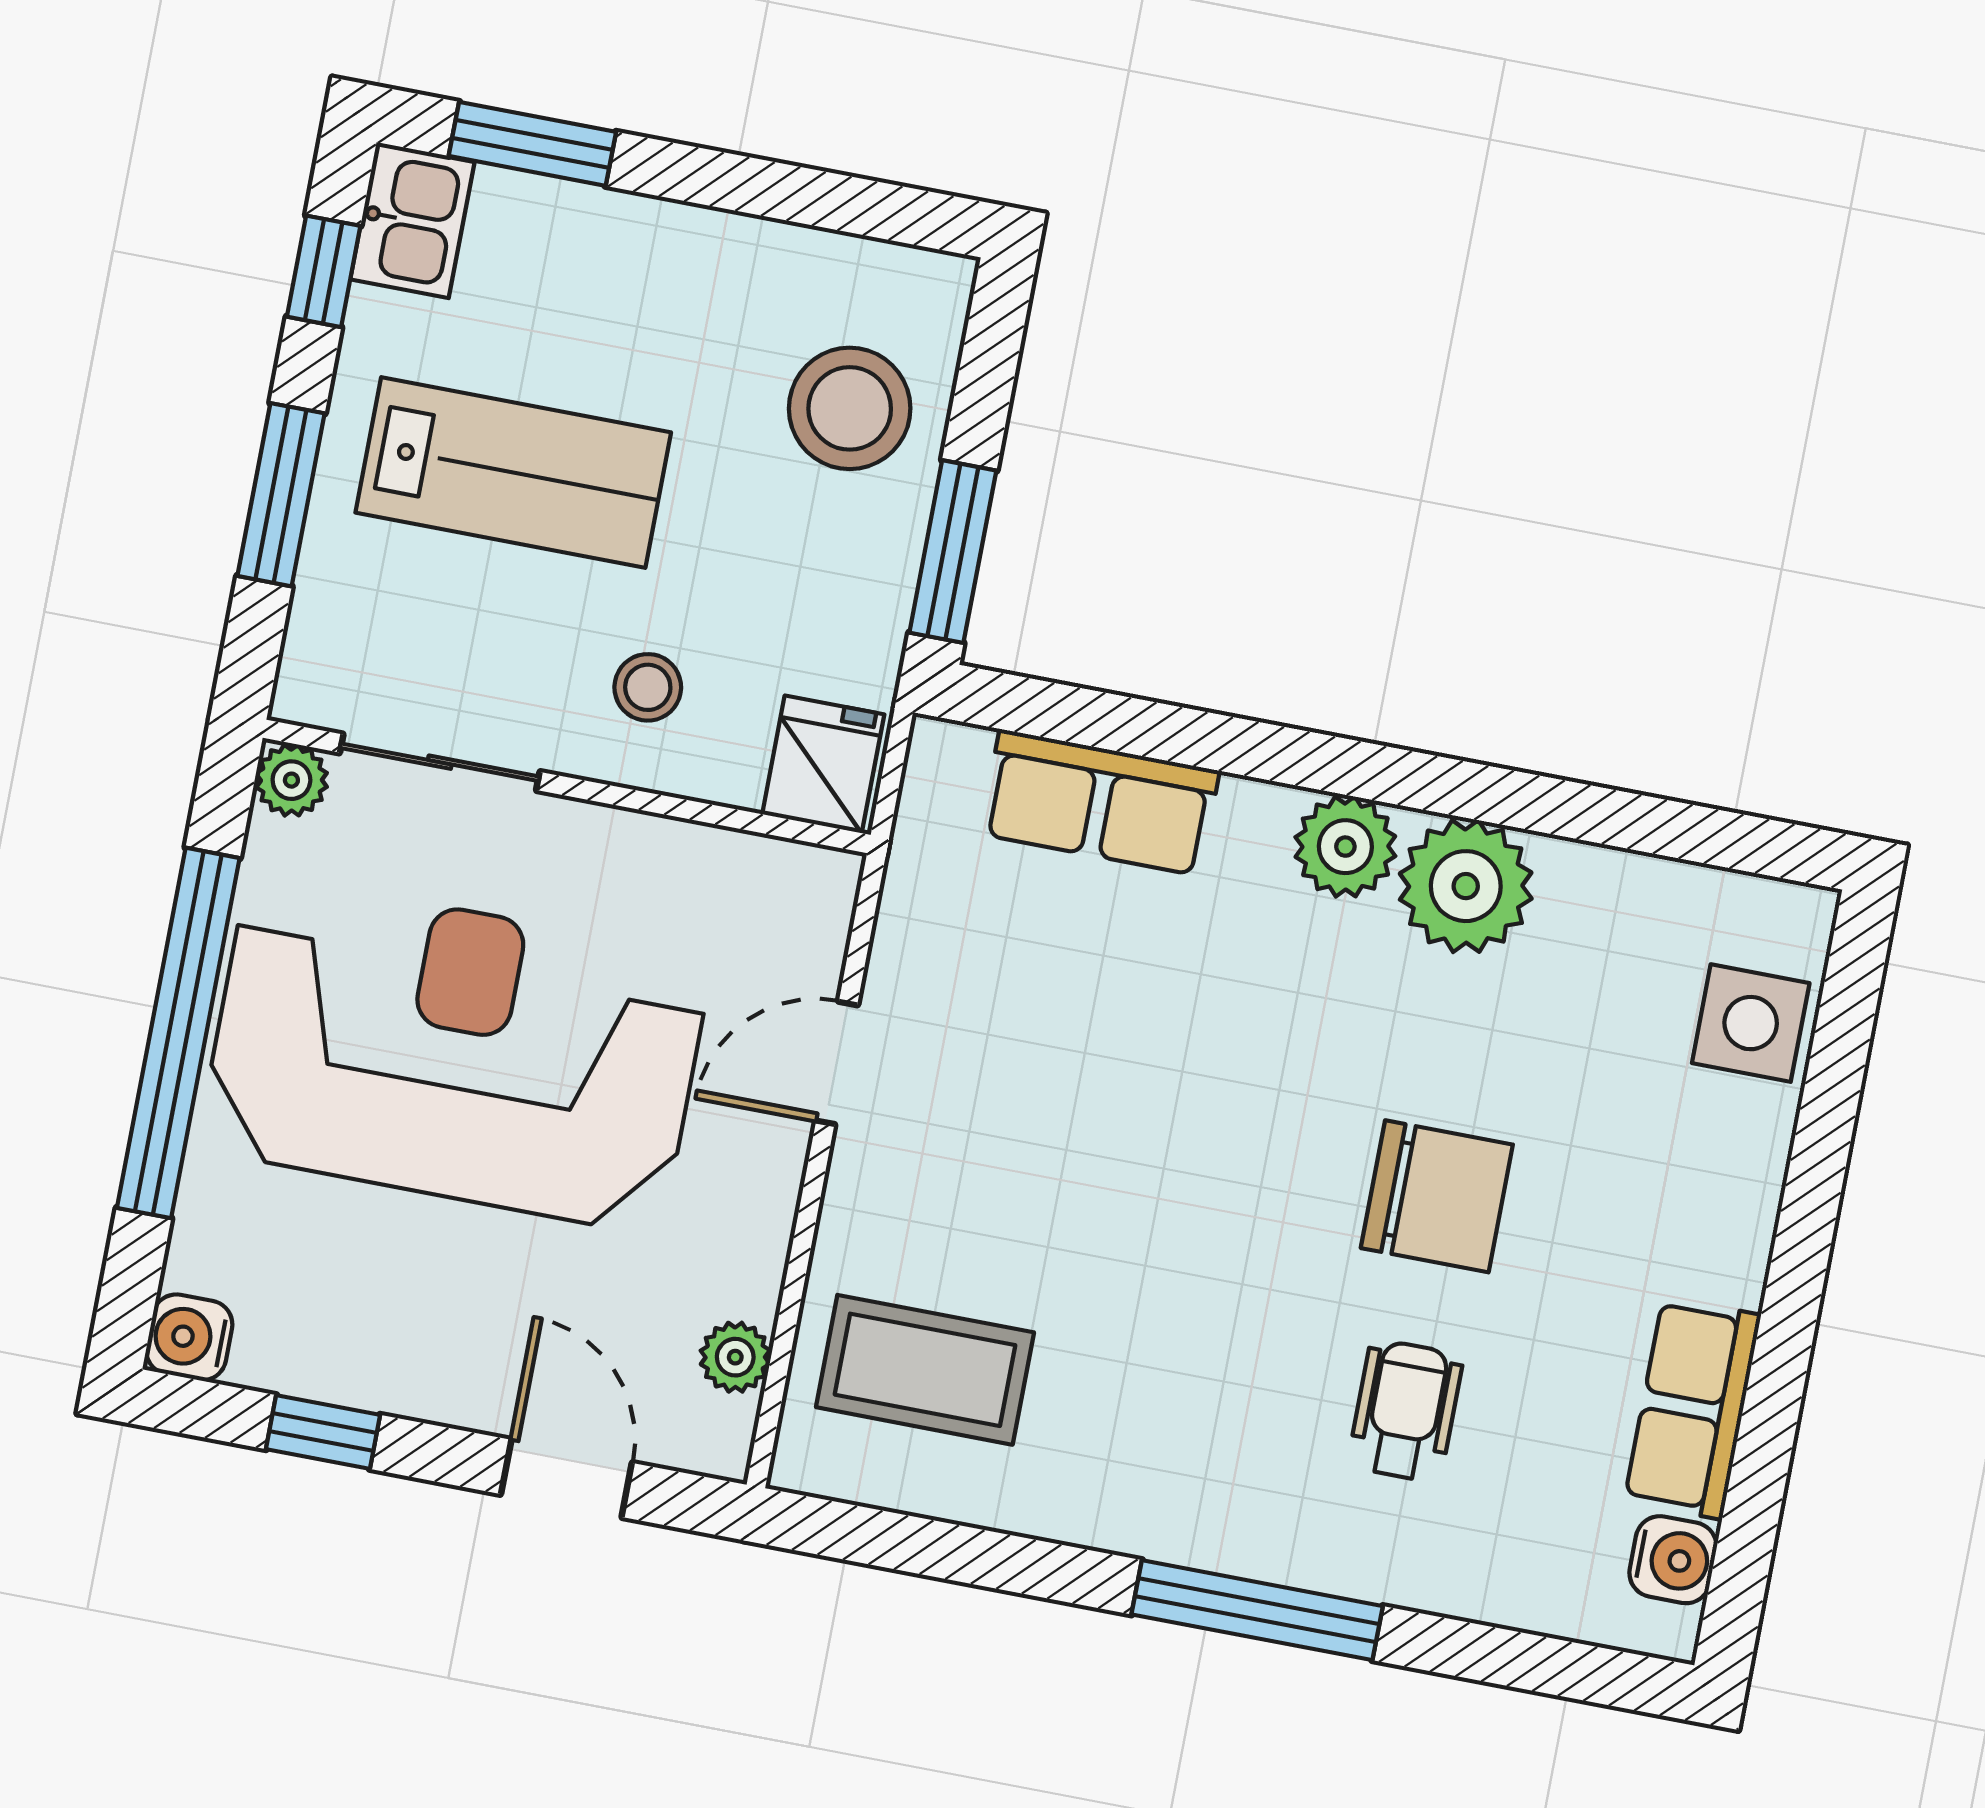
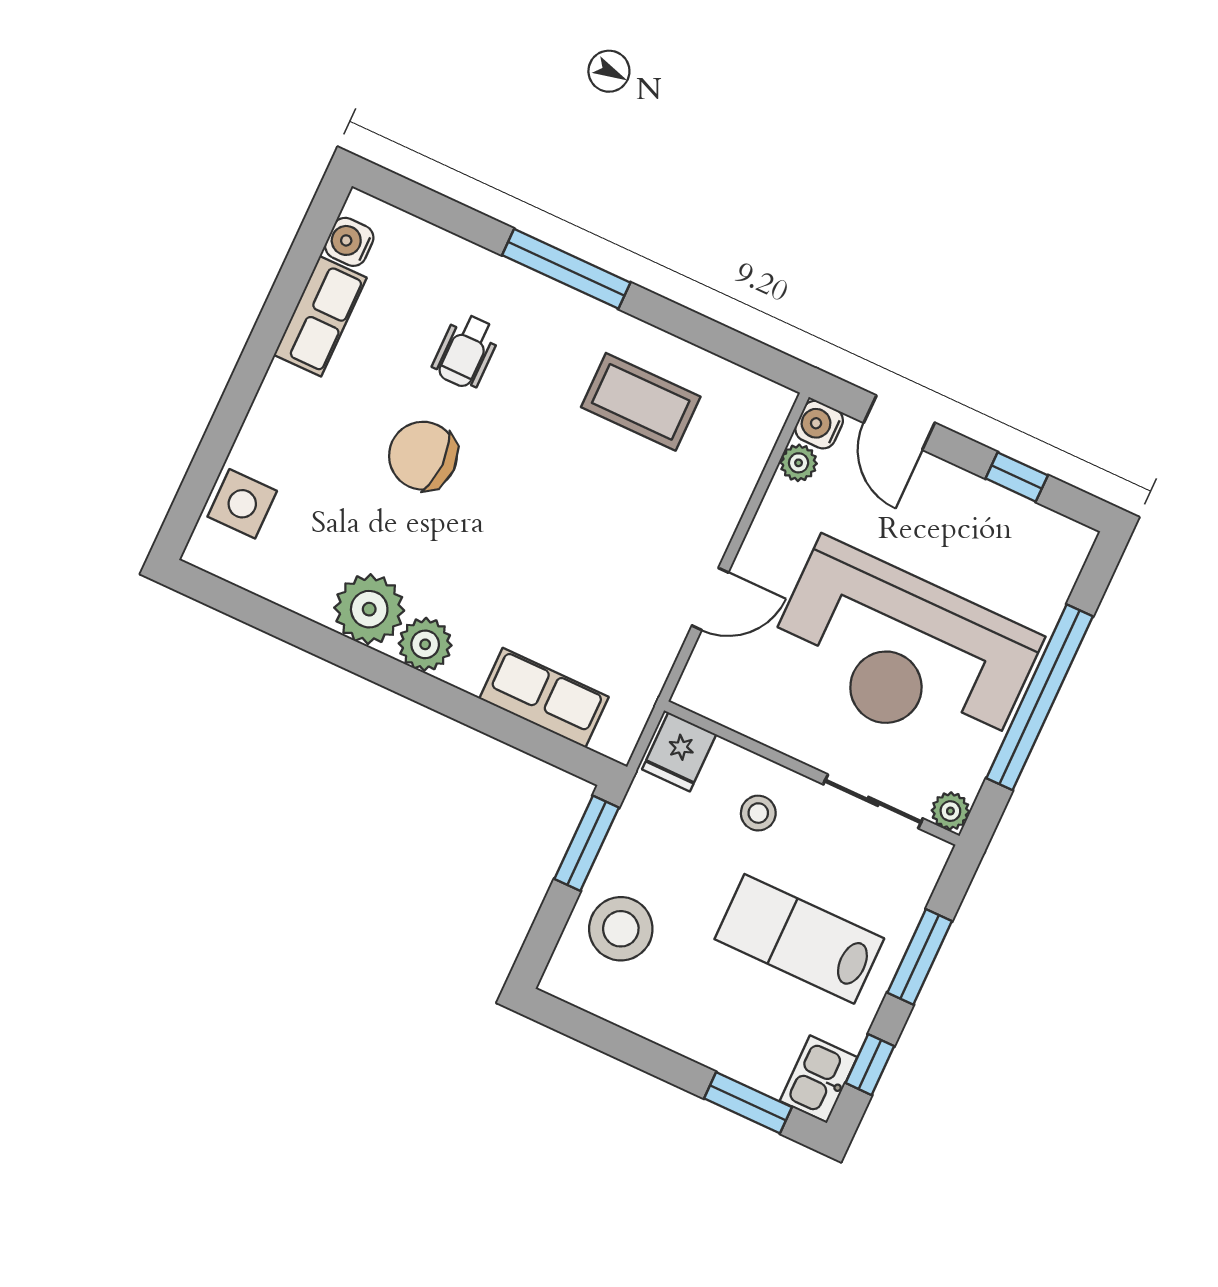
water cooler: (189, 1337) -> (819, 425), moved, turned 180
coffee table: (925, 1370) -> (641, 402), moved

